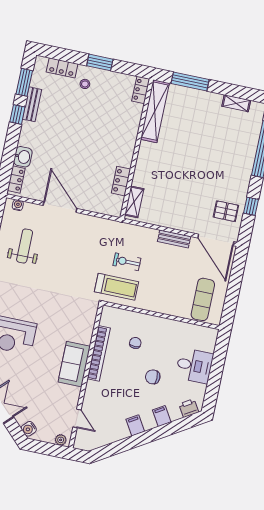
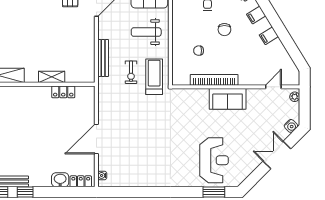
shelving: (134, 202) -> (52, 77), moved
bench: (174, 239) -> (103, 58), moved, width x1.36
weight bench: (25, 246) -> (146, 32), moved

